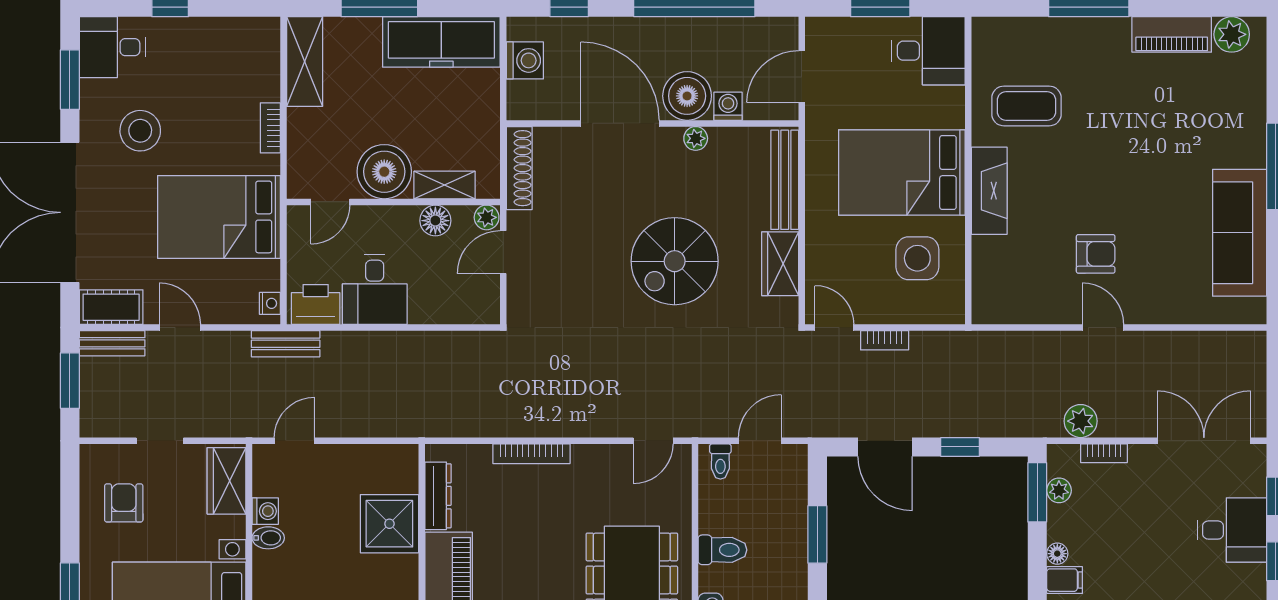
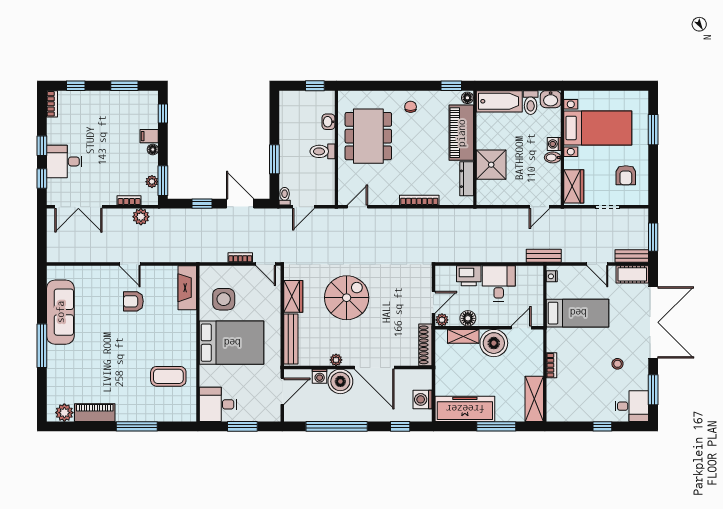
stool: (140, 131) -> (617, 364), width x0.53, depth x0.53
fireplace: (989, 191) -> (187, 288), moved
bed: (219, 217) -> (578, 313), width x0.67
printer: (316, 304) -> (469, 276), moved
toilet: (720, 461) -> (285, 196), moved
washing machine: (265, 511) -> (554, 144), moved

